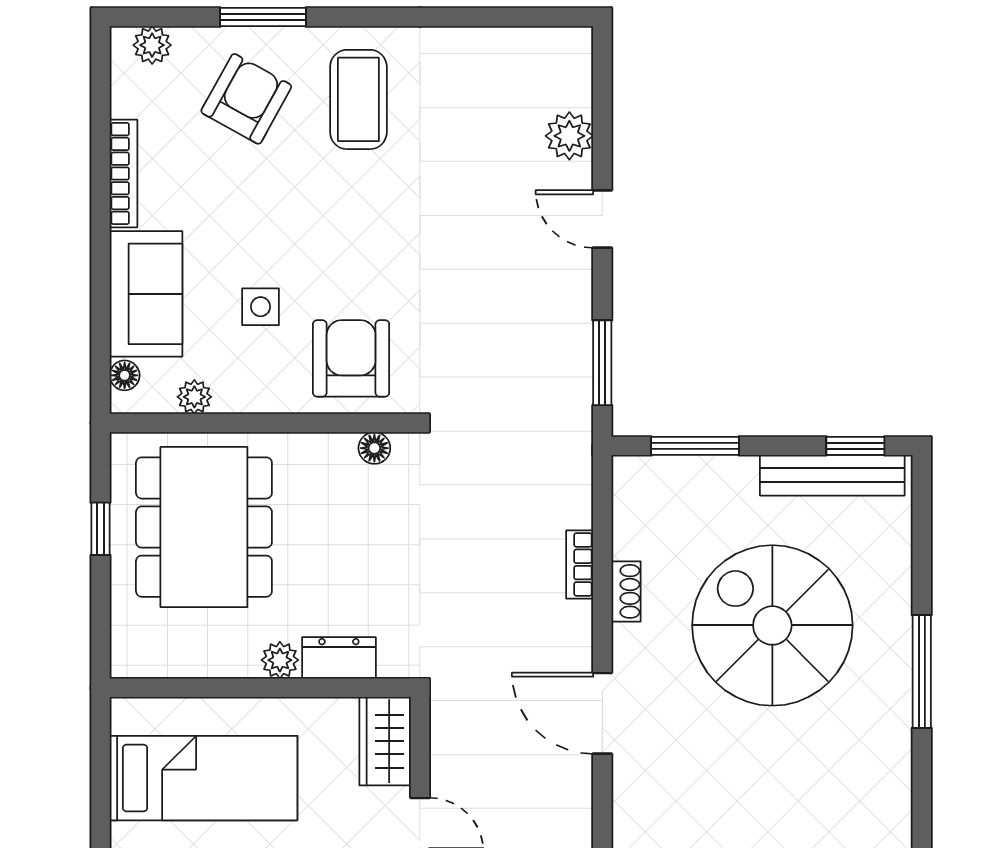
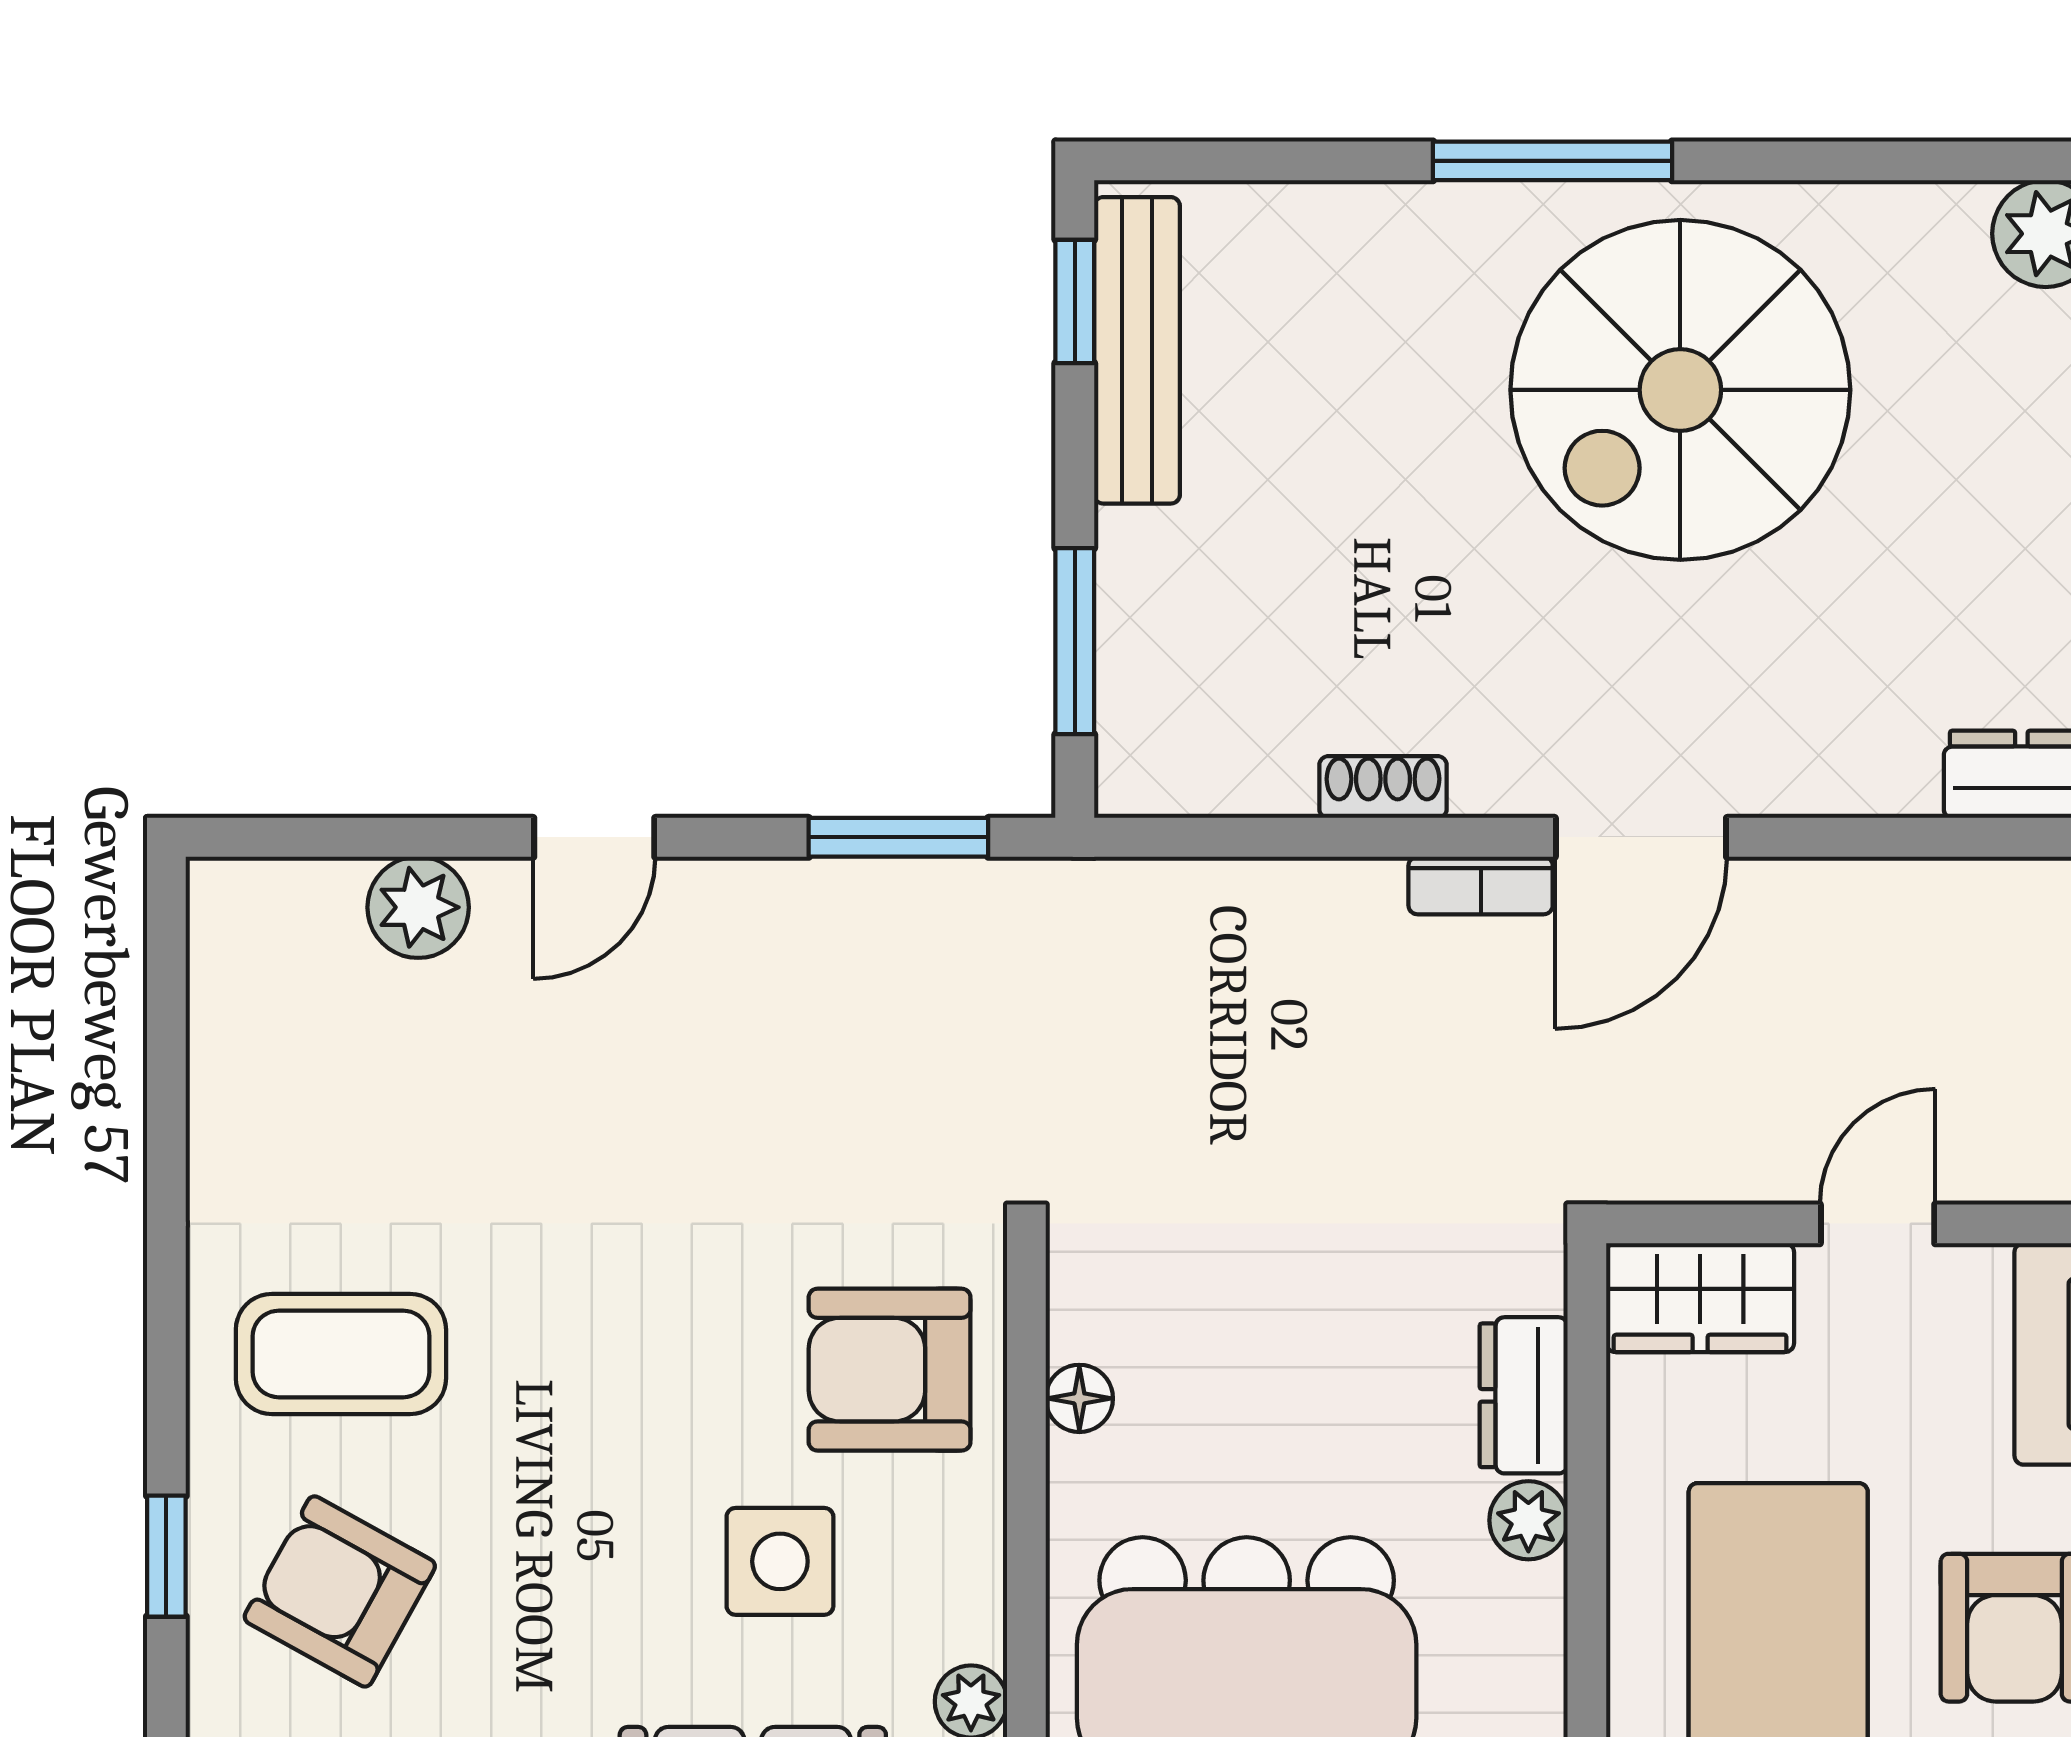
window: (263, 17) -> (166, 1556), width x0.67
side table: (261, 307) -> (780, 1561), width x1.37, depth x1.37
floor lamp: (374, 448) -> (1079, 1398), moved
bookcase: (580, 564) -> (1481, 885), moved
spiral stairs: (772, 625) -> (1680, 390), moved

